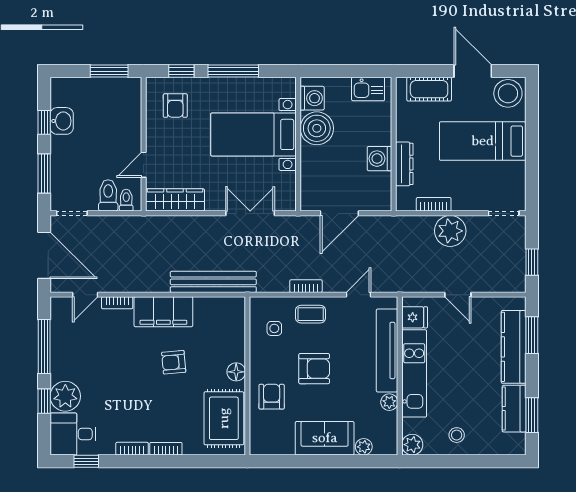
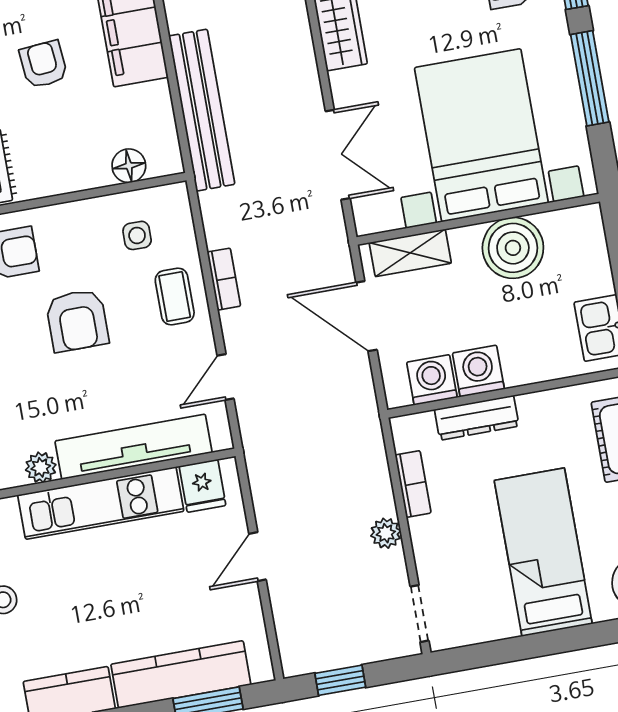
washing machine: (312, 98) -> (432, 380), moved, turned 180
bed with nightstands: (253, 134) -> (481, 135), width x1.36
shelving: (310, 184) -> (410, 253), added
plant: (450, 231) -> (386, 533), width x0.53, depth x0.53
door: (358, 295) -> (226, 377), swing flipped
floor lamp: (236, 372) -> (129, 166), moved

